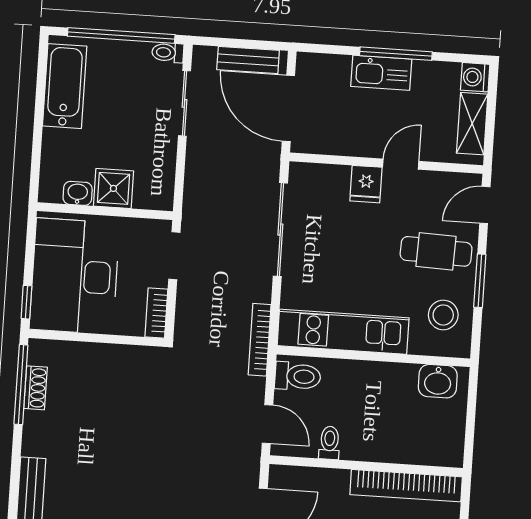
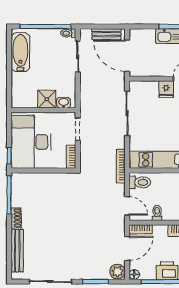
washbasin: (78, 193) -> (64, 103), moved
shoe rack: (36, 388) -> (16, 218), moved
bookcase: (293, 475) -> (141, 229), added

